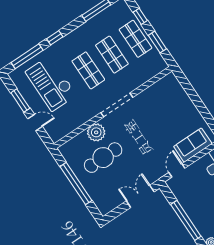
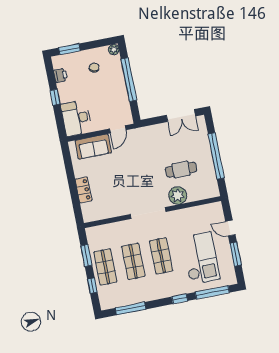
locker: (185, 101) -> (83, 190), added
cafe table: (103, 158) -> (181, 170), width x0.73, depth x0.74
double door: (140, 196) -> (181, 116), moved

